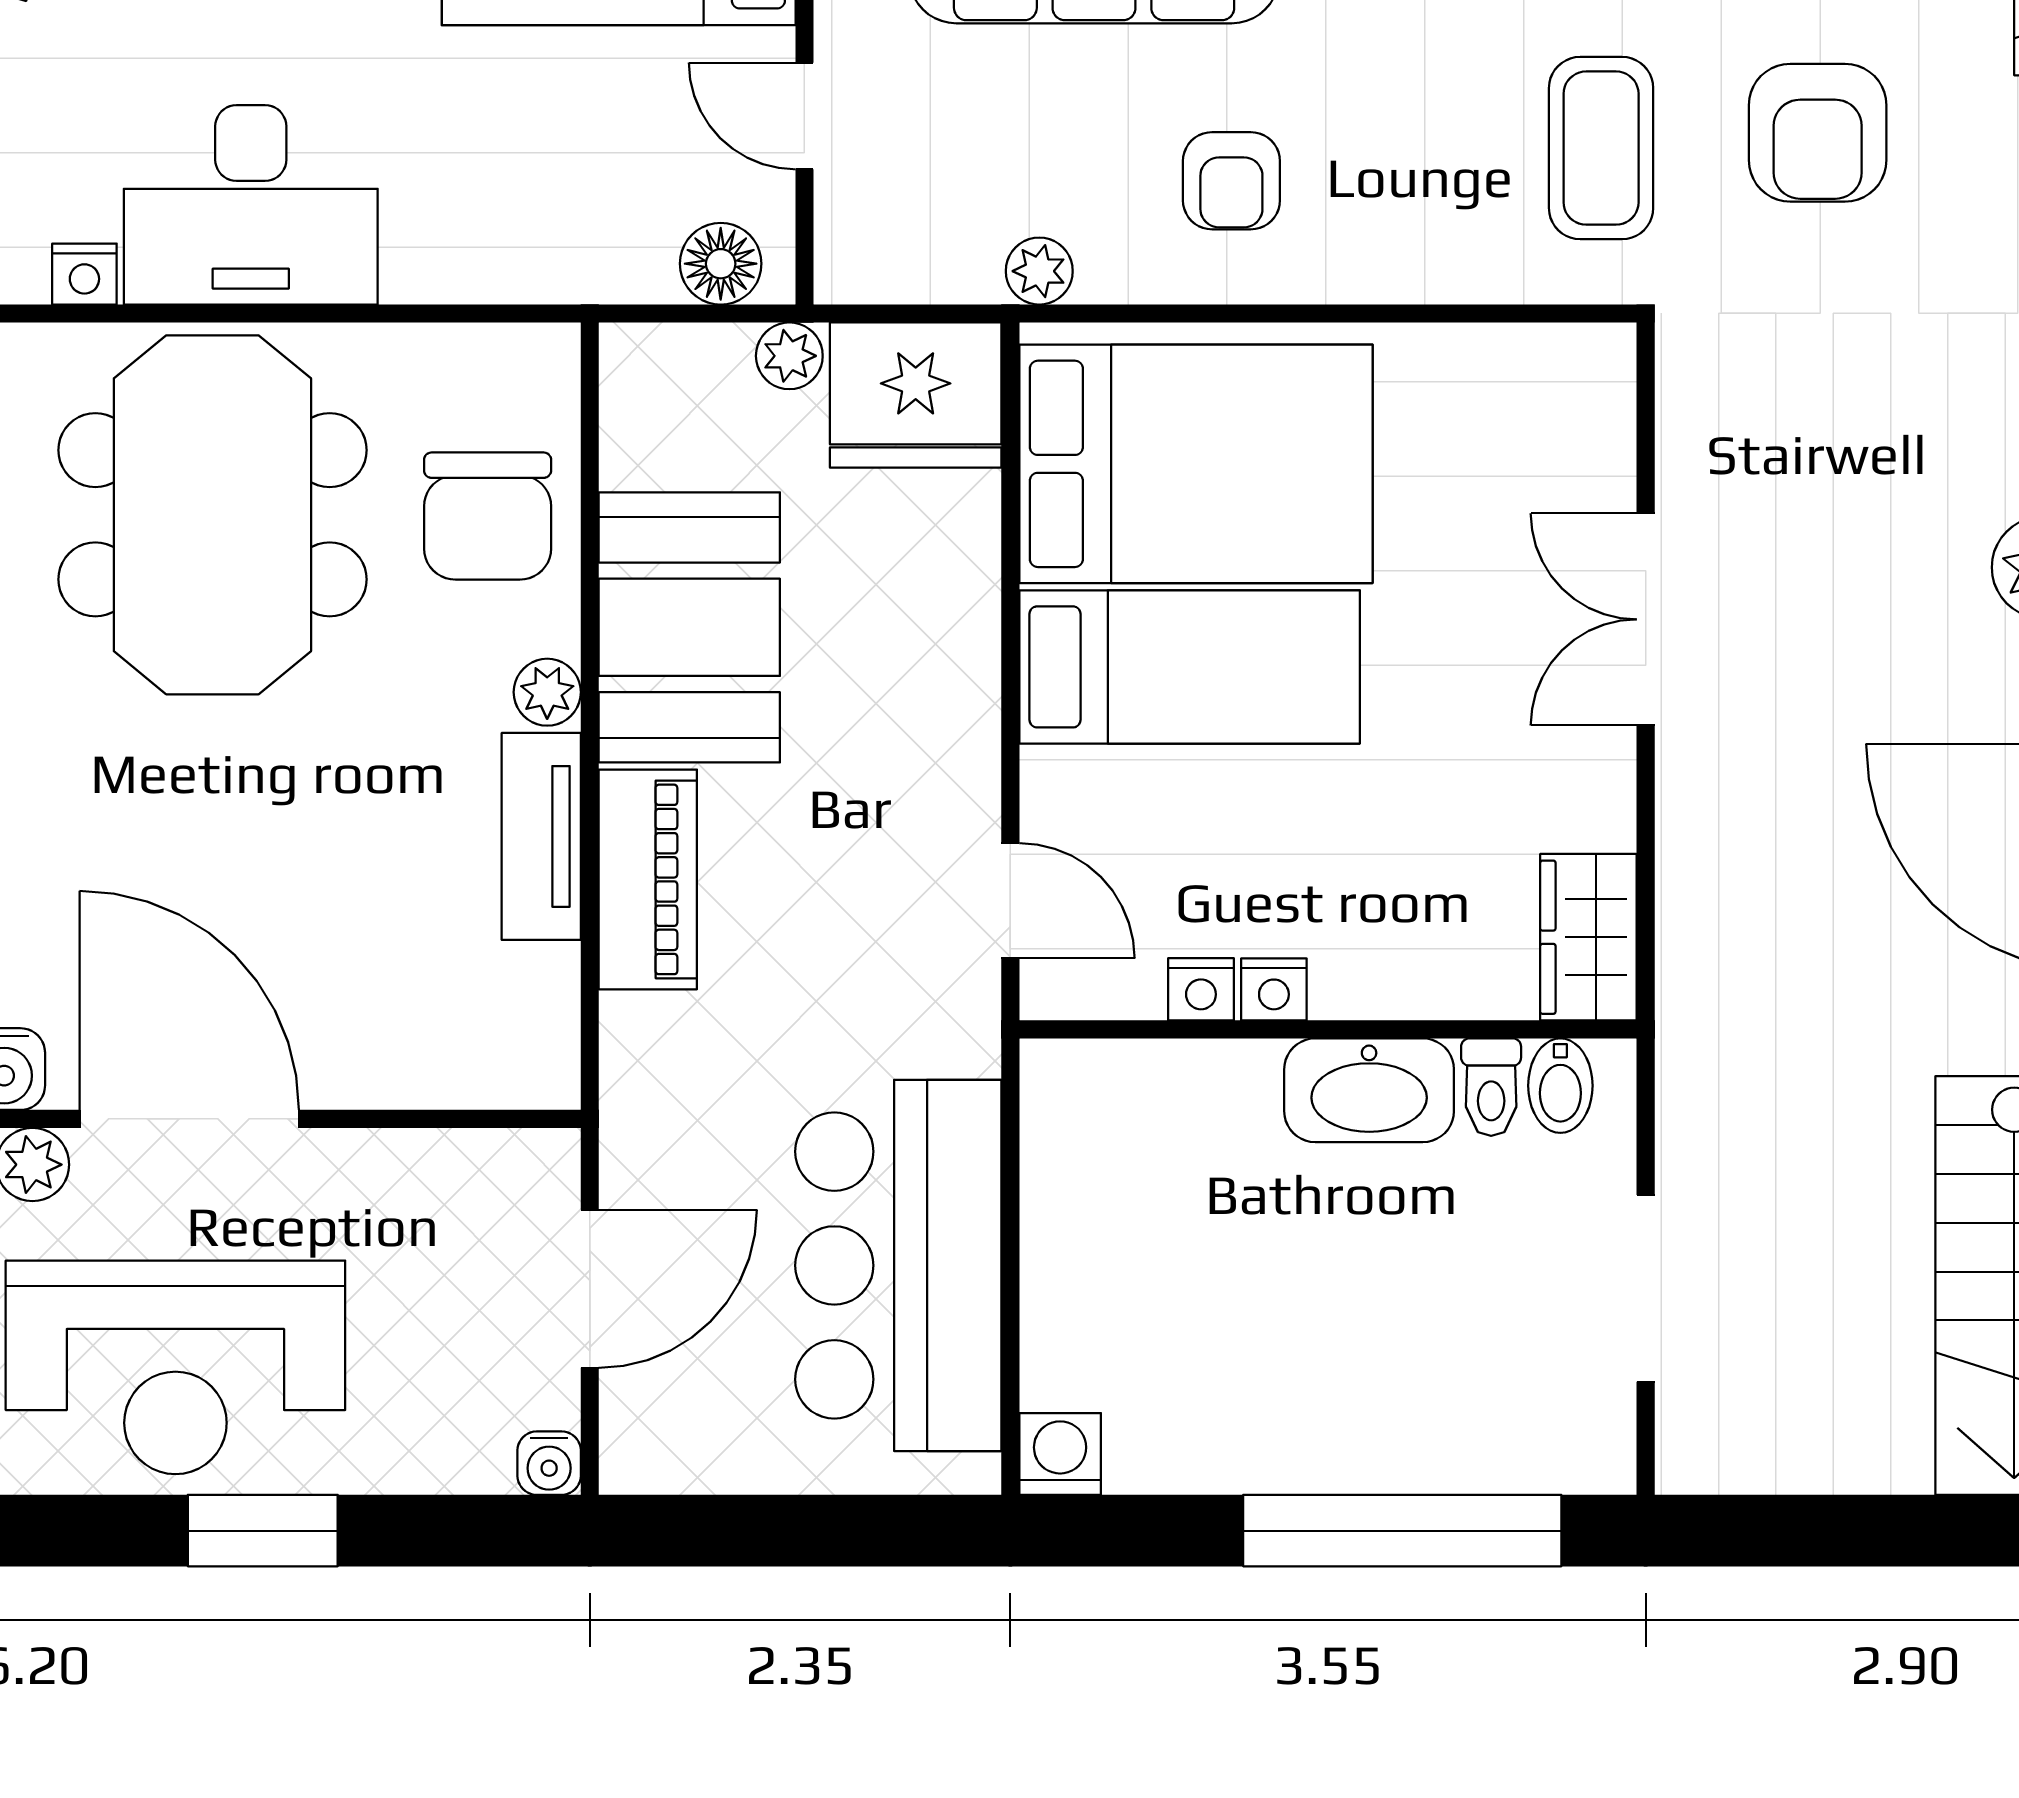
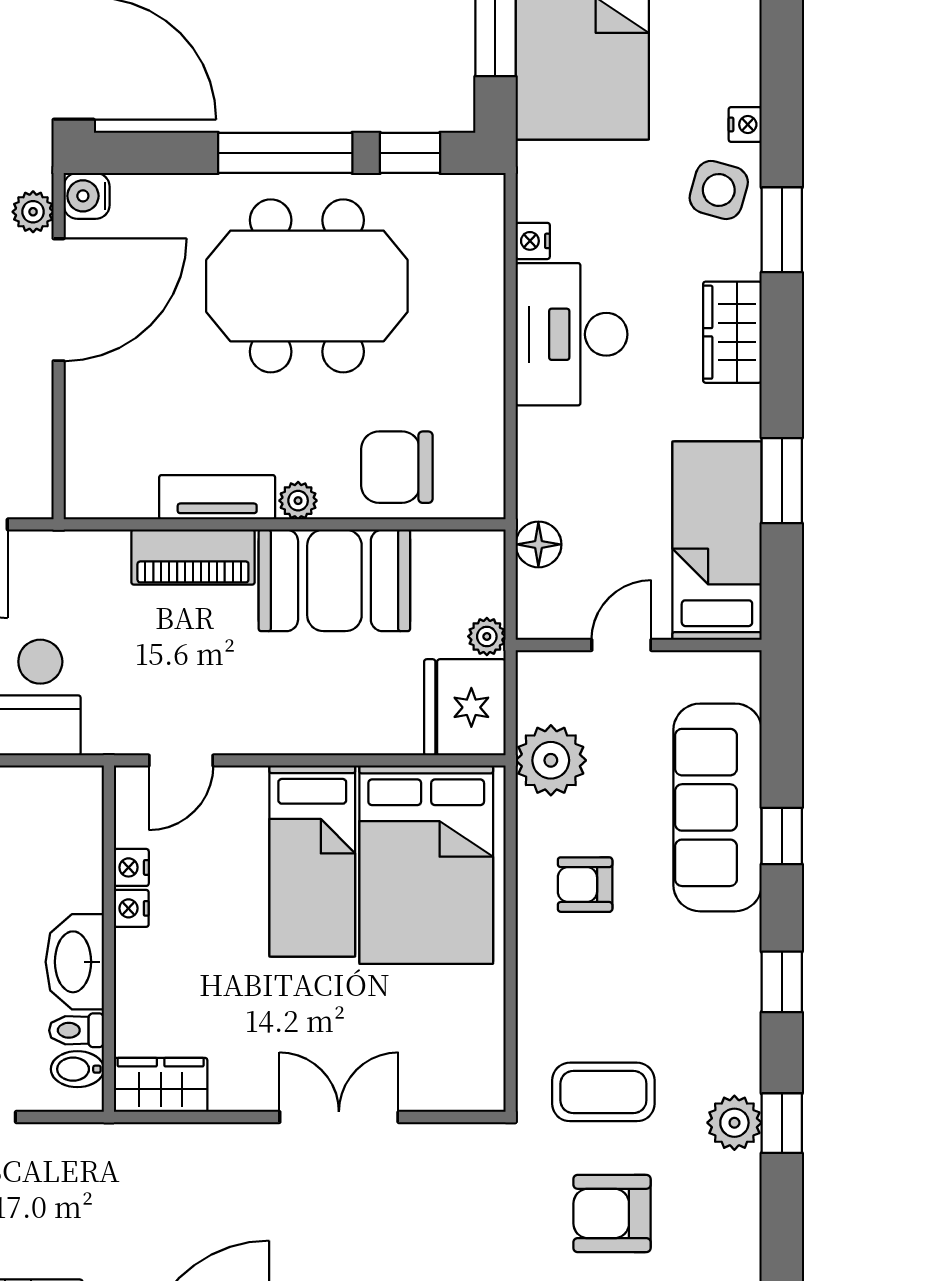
floor lamp: (721, 264) -> (538, 544), moved
plant: (1039, 271) -> (551, 760), width x1.87, depth x1.87
meeting table: (212, 515) -> (307, 286), moved

